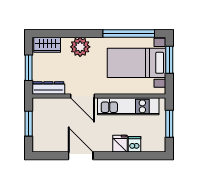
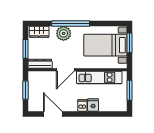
window: (129, 33) -> (71, 23), moved
door: (82, 96) -> (65, 70), hinge flipped
dishwasher: (134, 144) -> (82, 105), moved
door: (81, 156) -> (53, 114), moved

